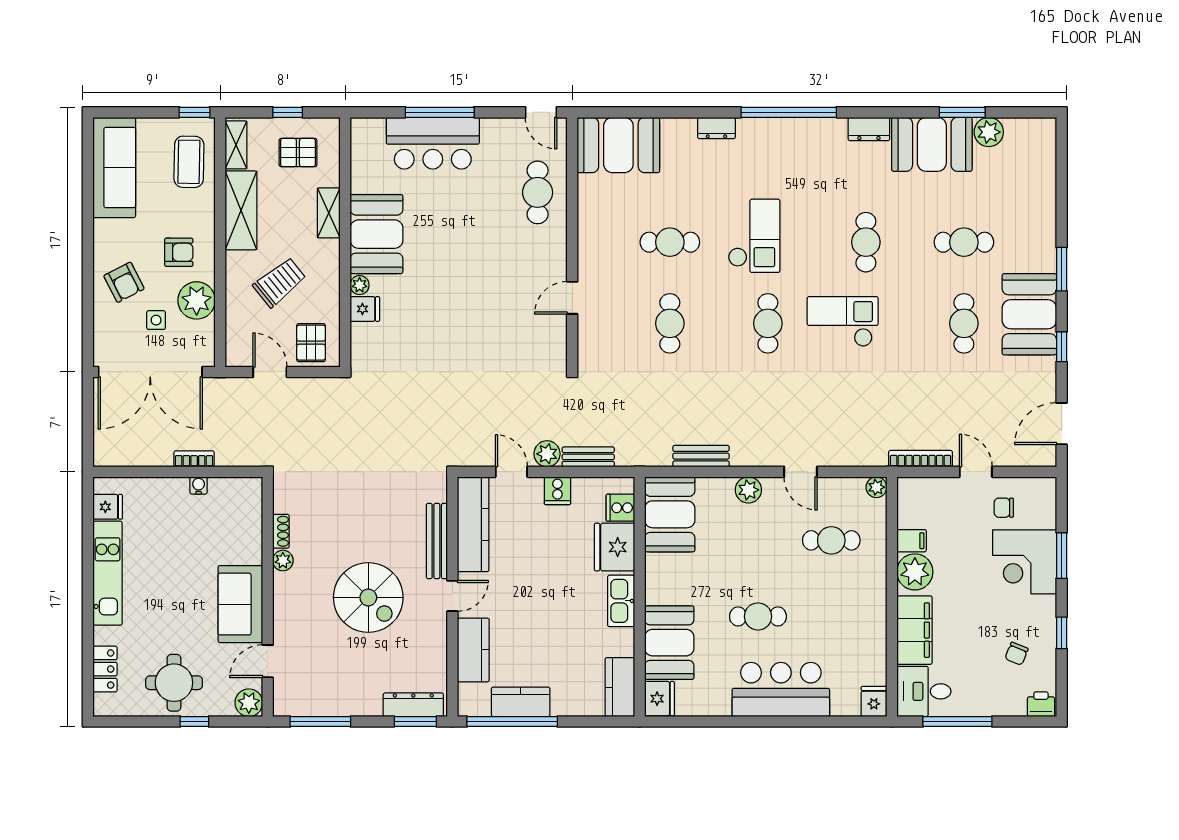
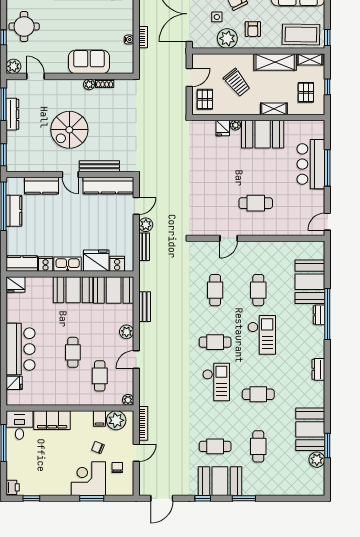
window: (789, 112) -> (327, 314), moved
dresser: (869, 129) -> (318, 369), moved
booth: (618, 145) -> (310, 282), moved
coffee table: (189, 162) -> (301, 34), width x1.36, depth x1.32
cafe table: (538, 192) -> (256, 203), moved
checkout: (754, 236) -> (262, 335), turned -90
door: (572, 298) -> (229, 238), swing flipped
cafe table: (670, 323) -> (215, 290), turned 90
pallet: (311, 343) -> (205, 99), turned 90
door: (1062, 424) -> (162, 498), swing flipped
cooker: (557, 491) -> (46, 264), moved, turned 90
plant: (915, 572) -> (116, 420), moved
sofa: (240, 604) -> (89, 62), moved
cafe table: (758, 616) -> (73, 352), moved
window: (1062, 633) -> (31, 498), moved
booth: (669, 643) -> (73, 290), moved
chair: (1017, 654) -> (98, 448), moved
fridge: (874, 701) -> (14, 383), moved
dresser: (413, 705) -> (12, 114), moved

